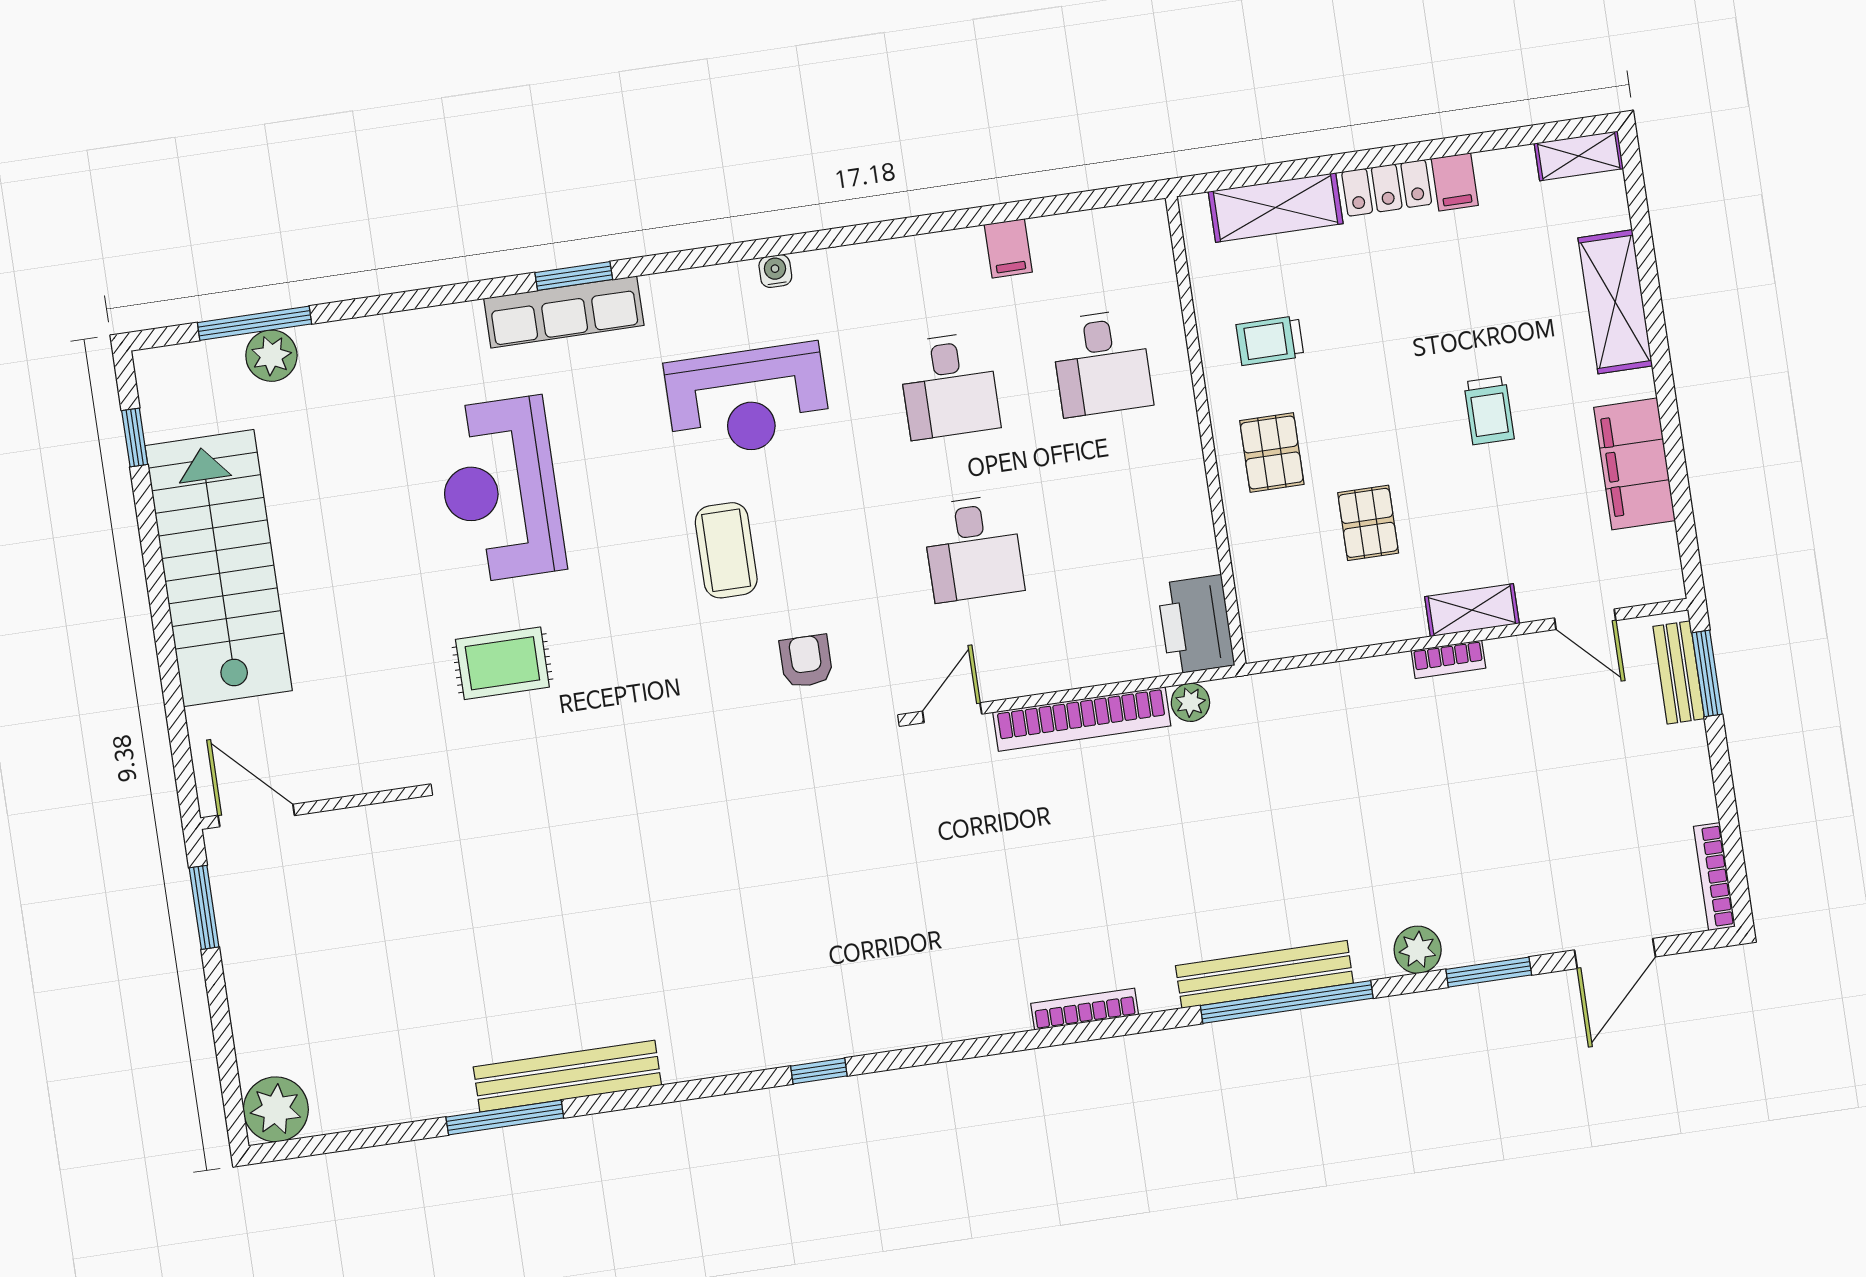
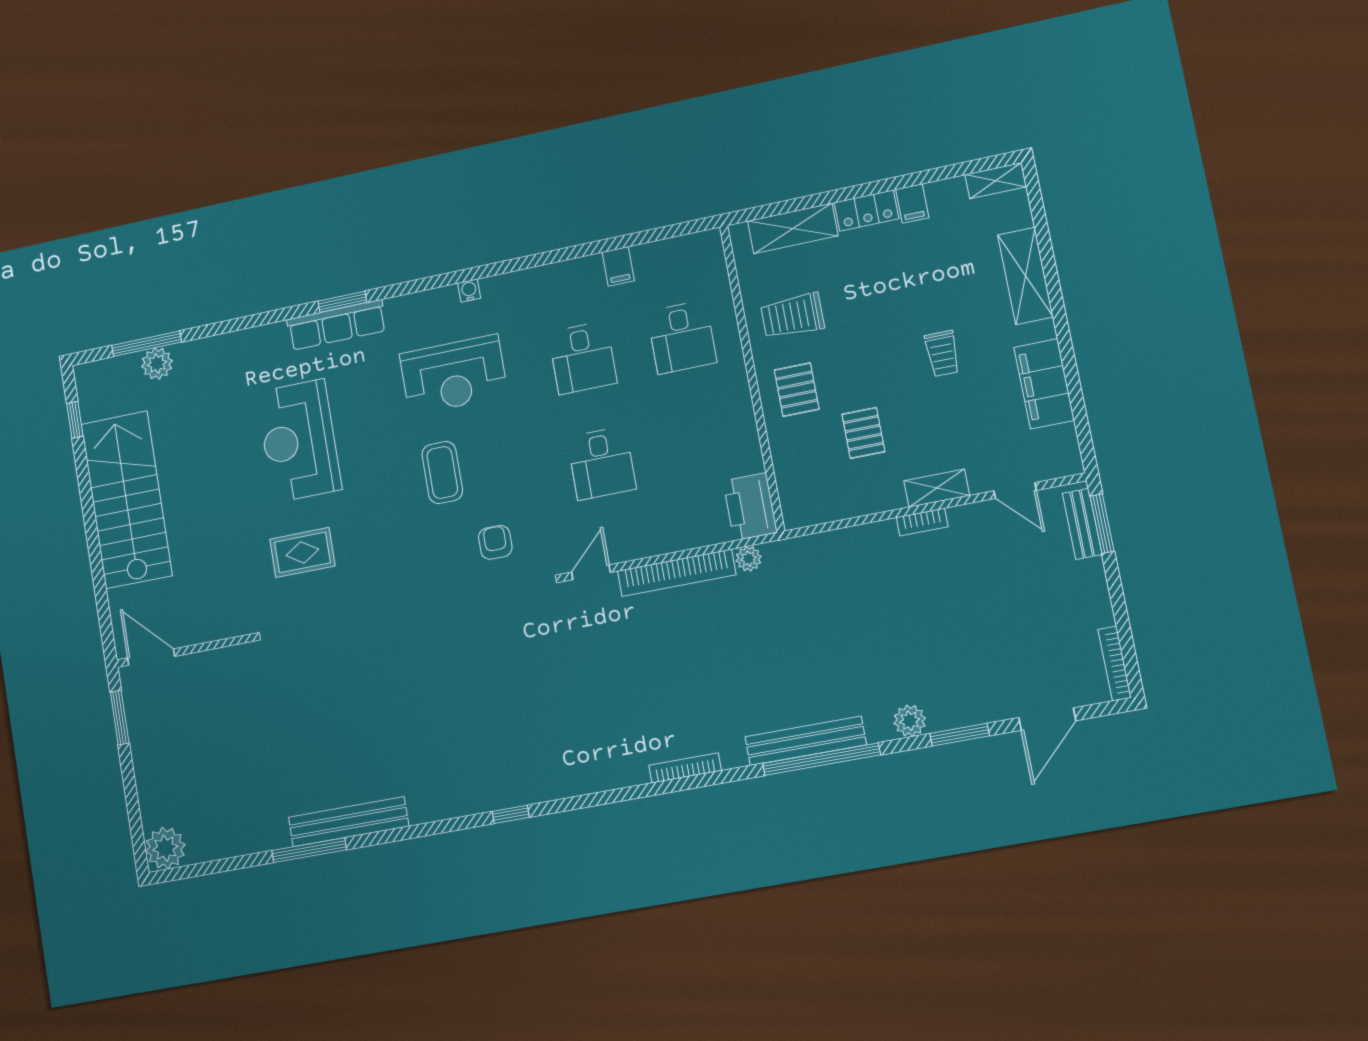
trolley: (1270, 341) -> (792, 316), width x1.36, depth x1.39

